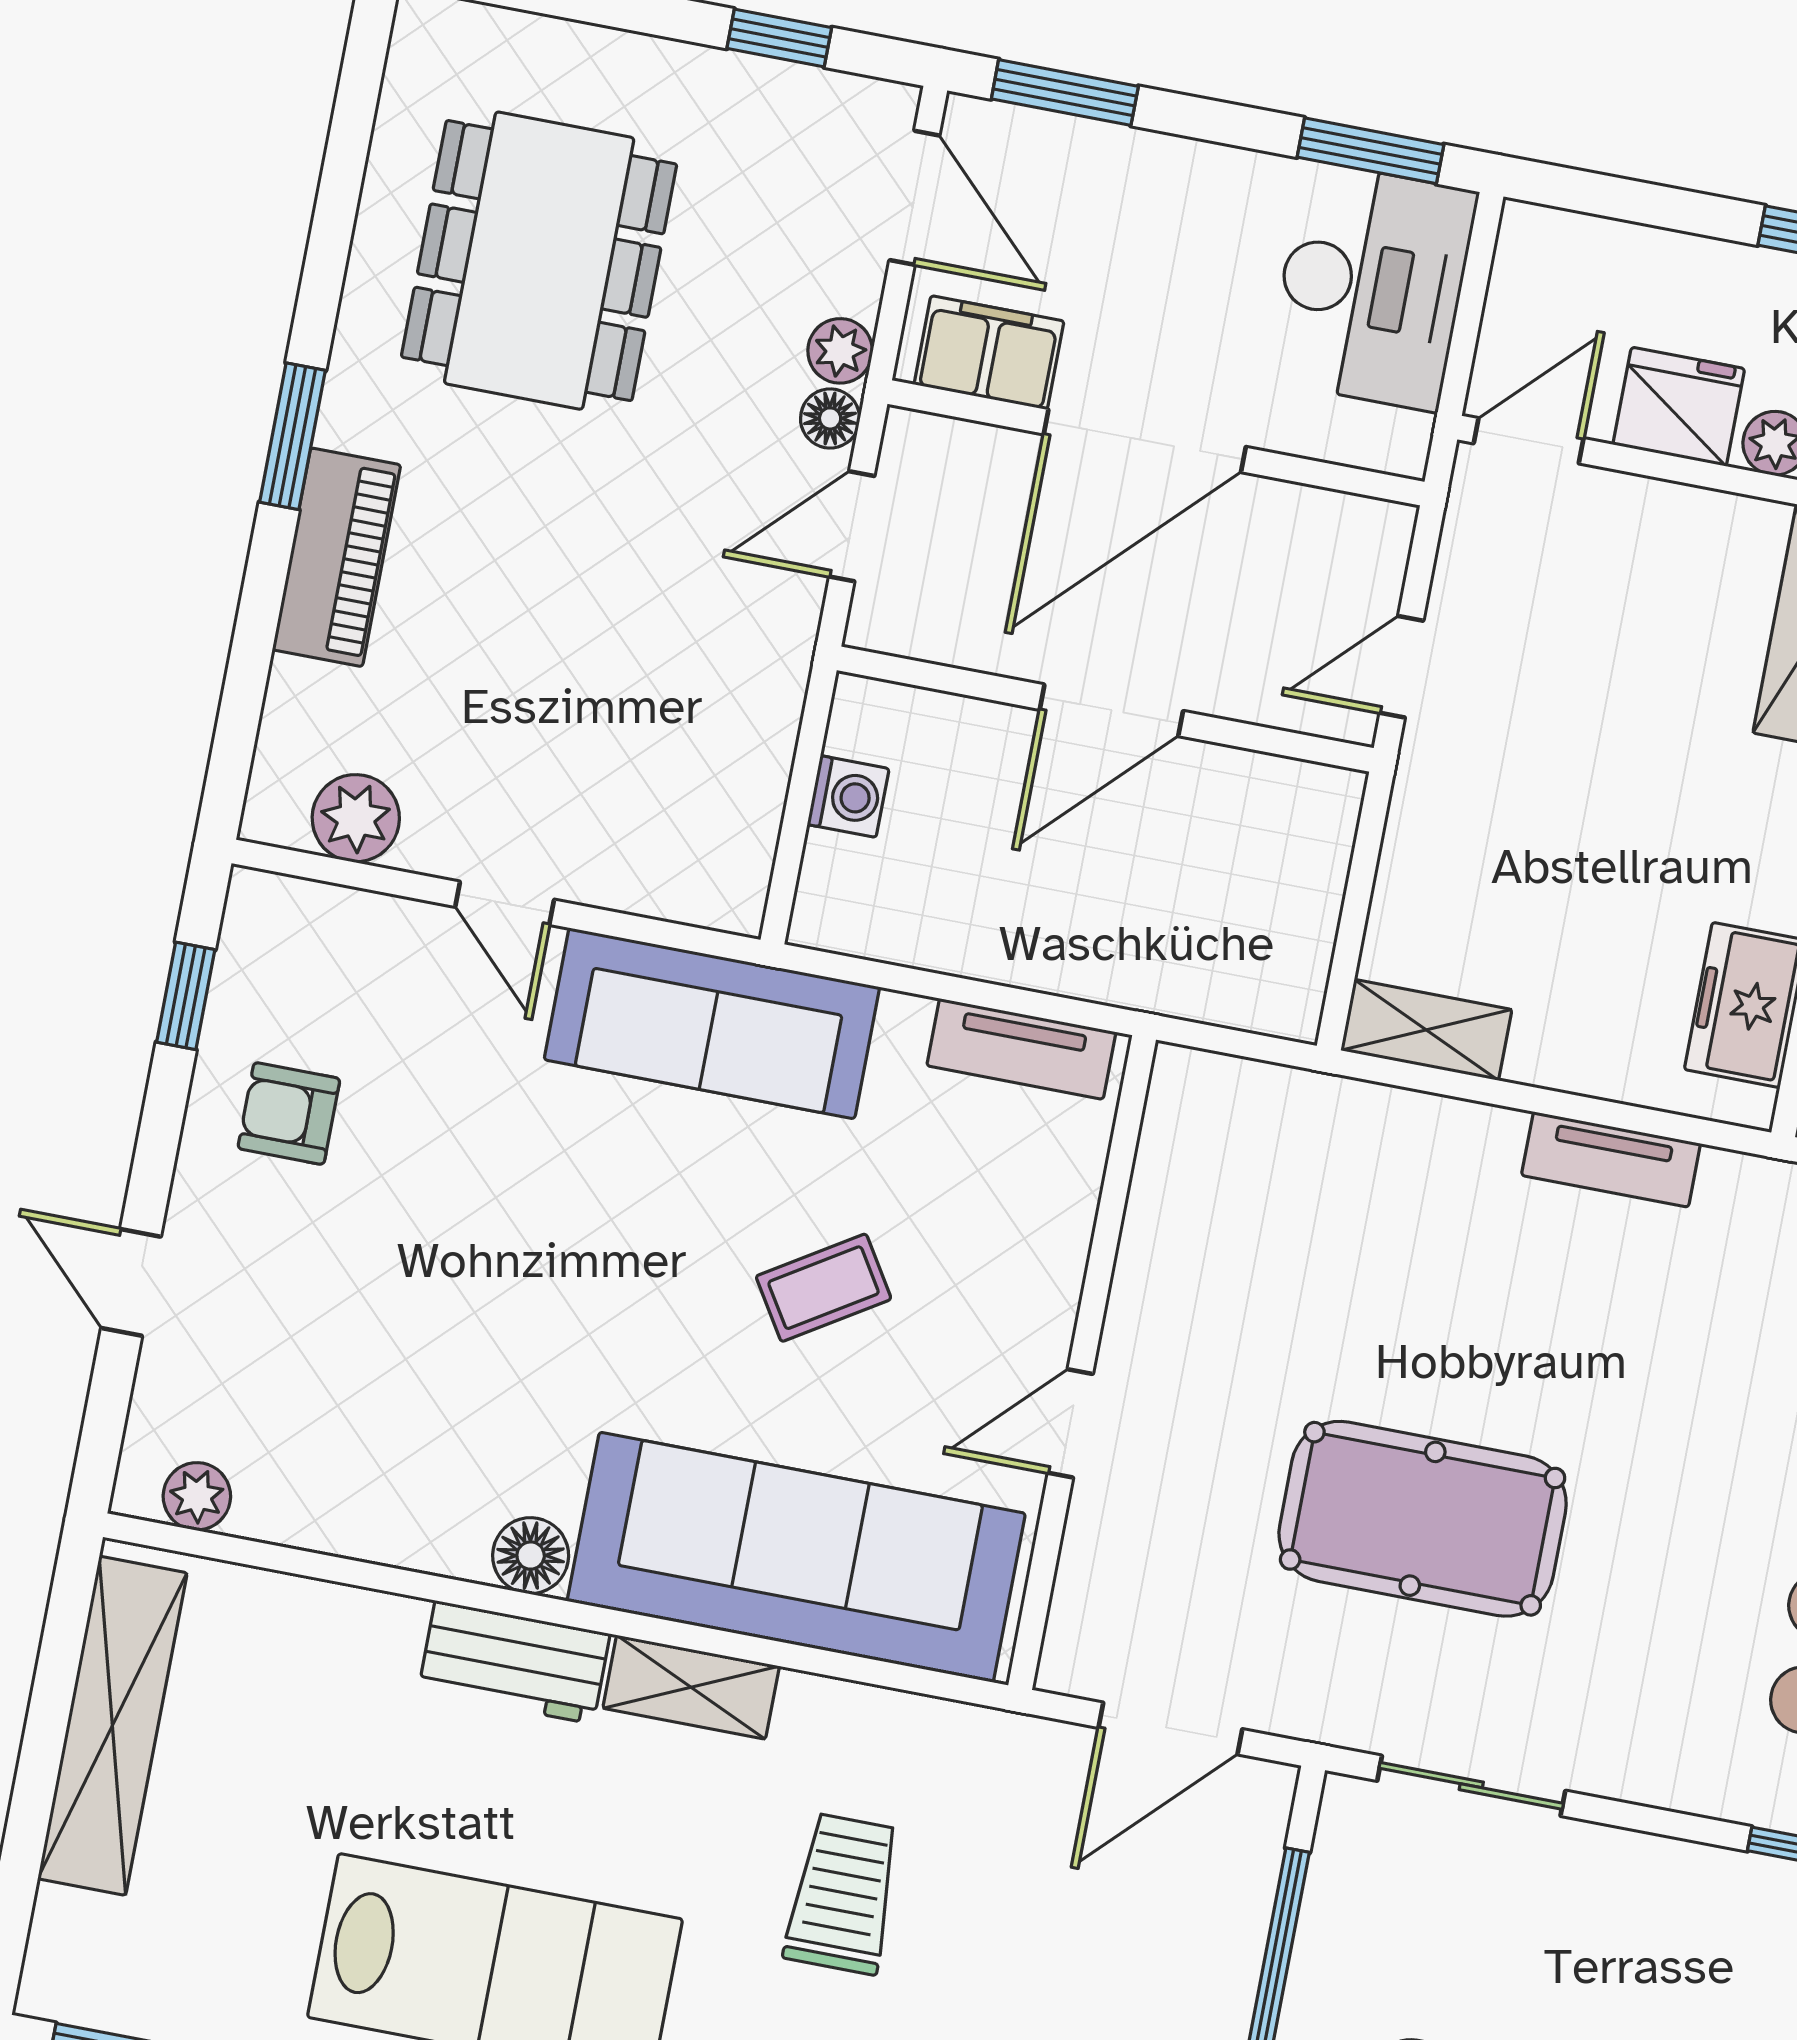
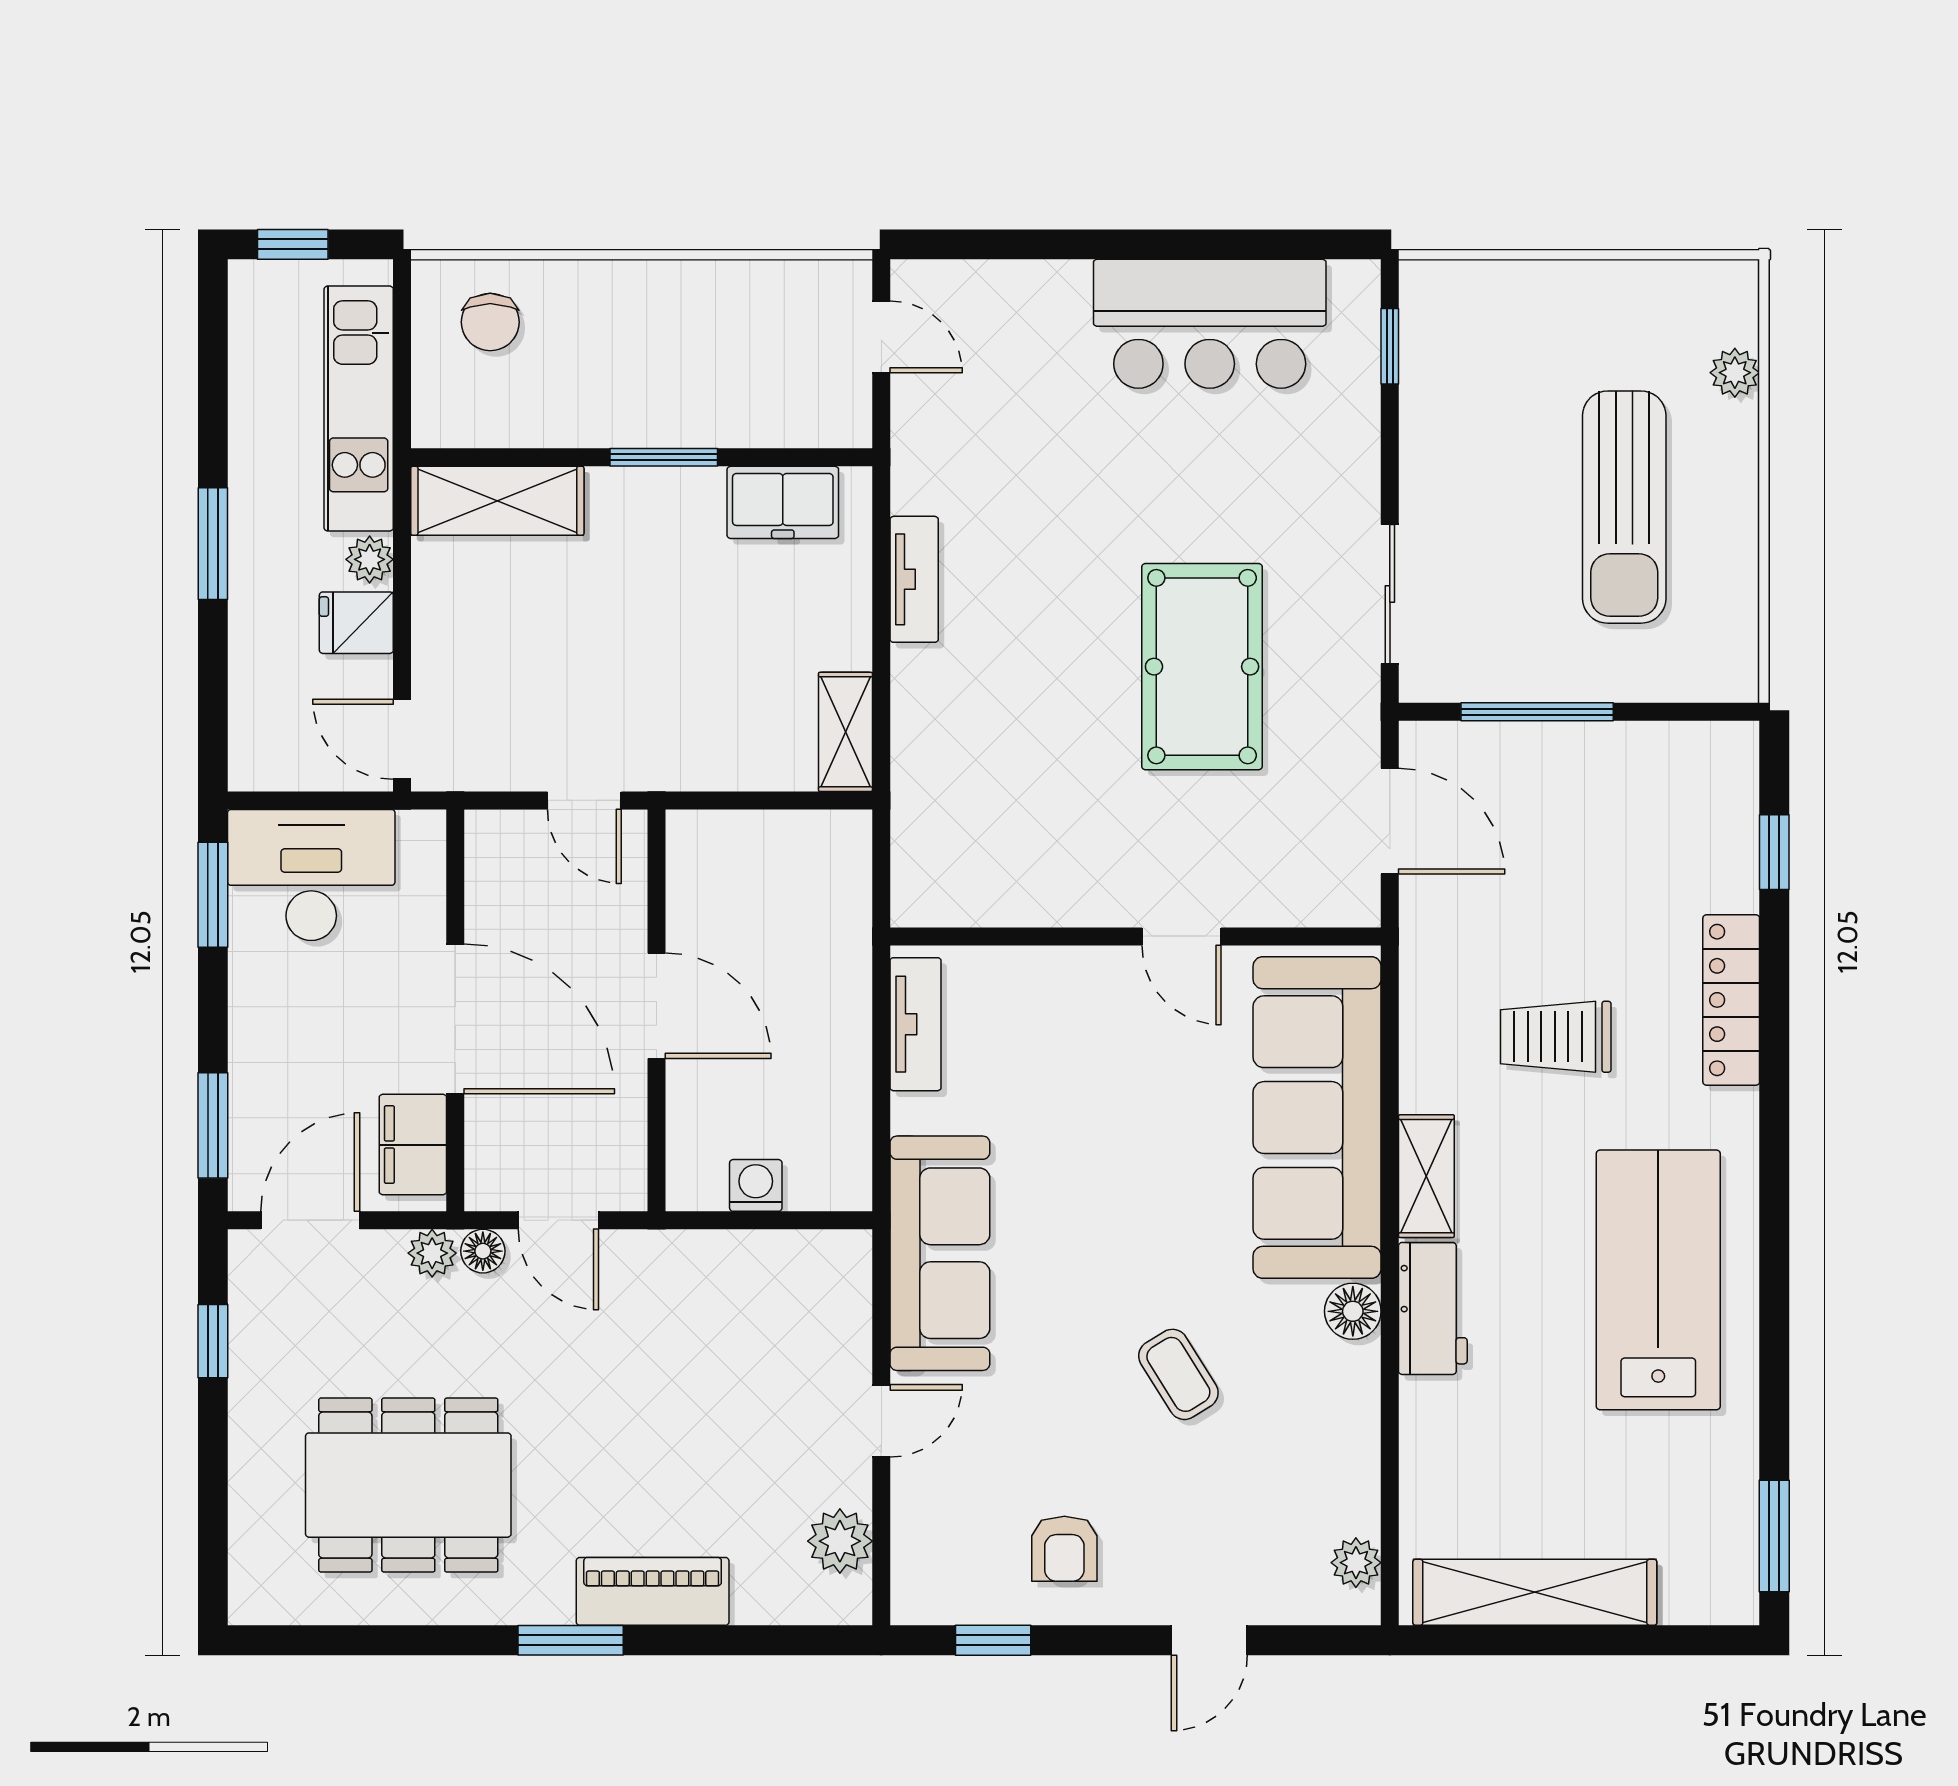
fridge: (1679, 407) -> (356, 623), width x0.72
coffee table: (824, 1288) -> (1178, 1374), moved

